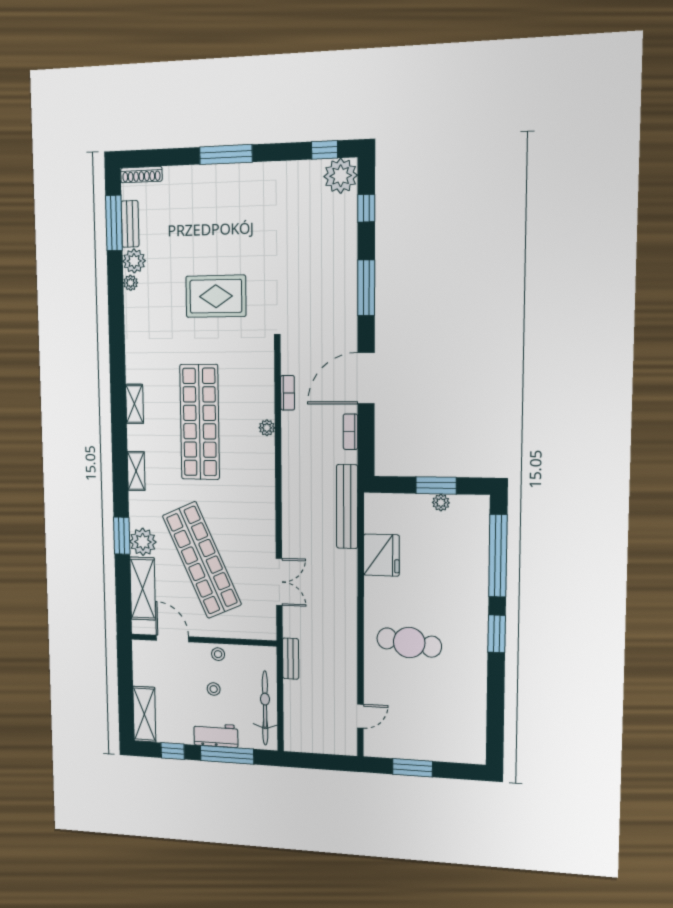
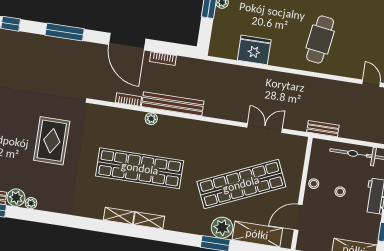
shelving: (136, 471) -> (149, 220), moved
bench: (347, 507) -> (173, 104), moved

